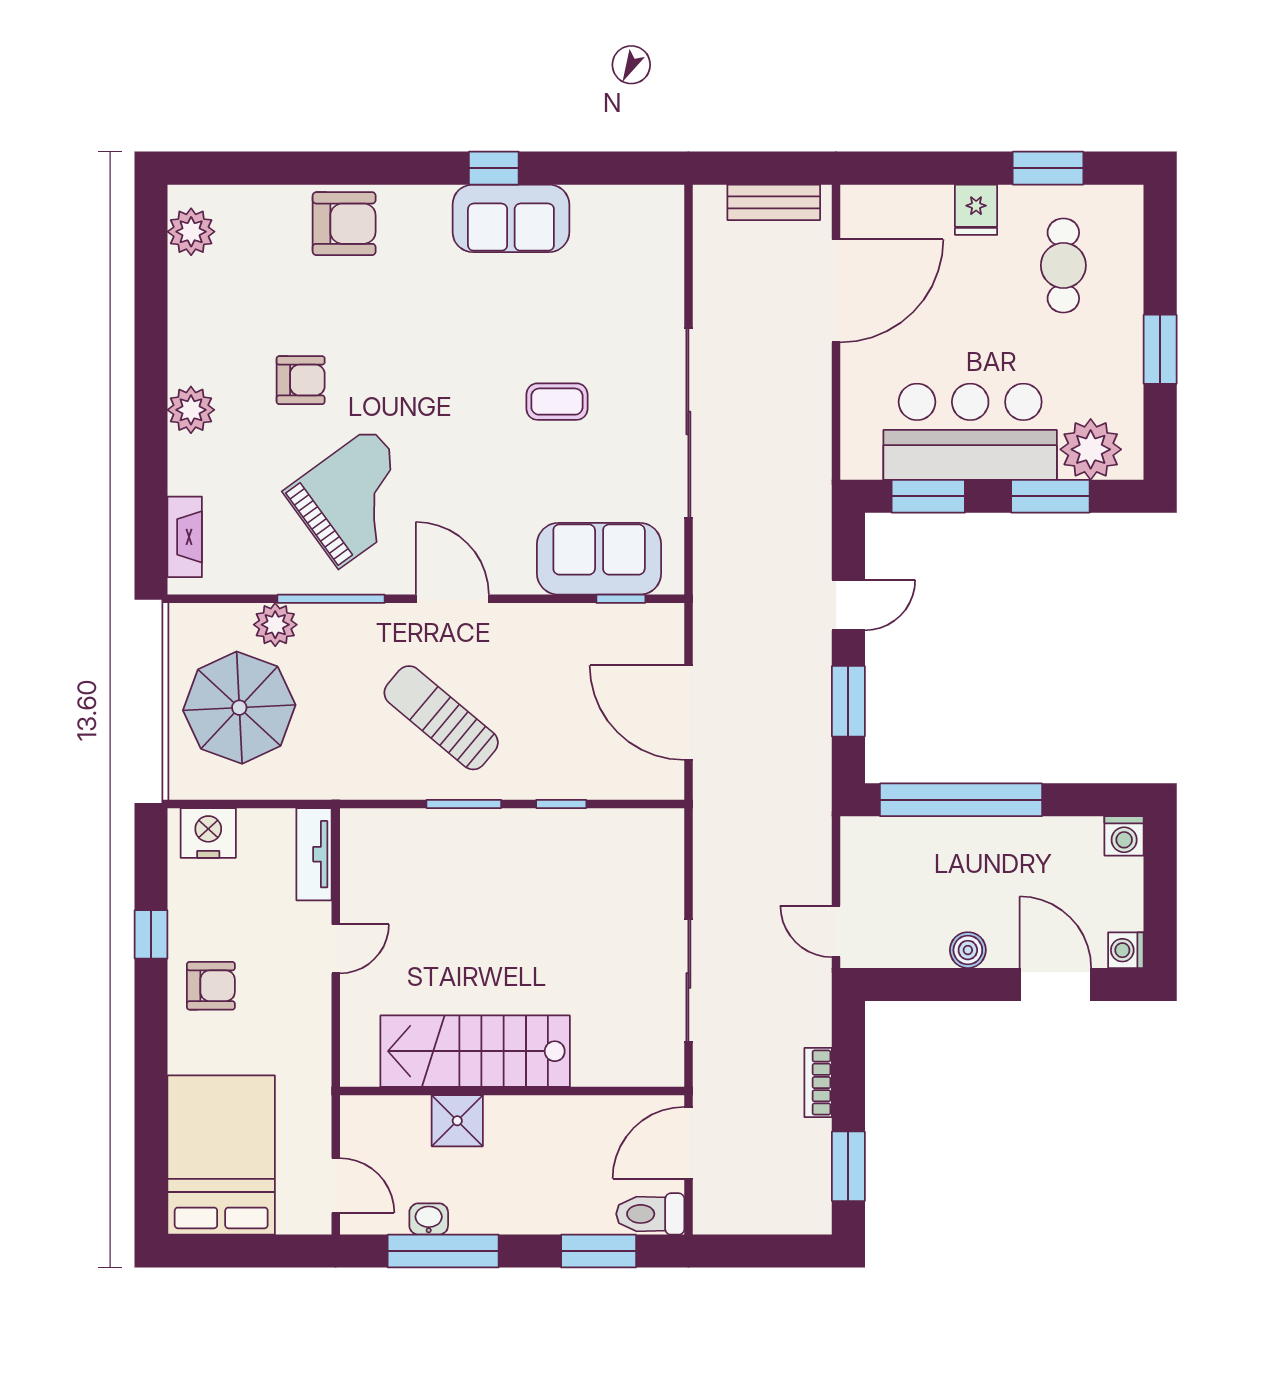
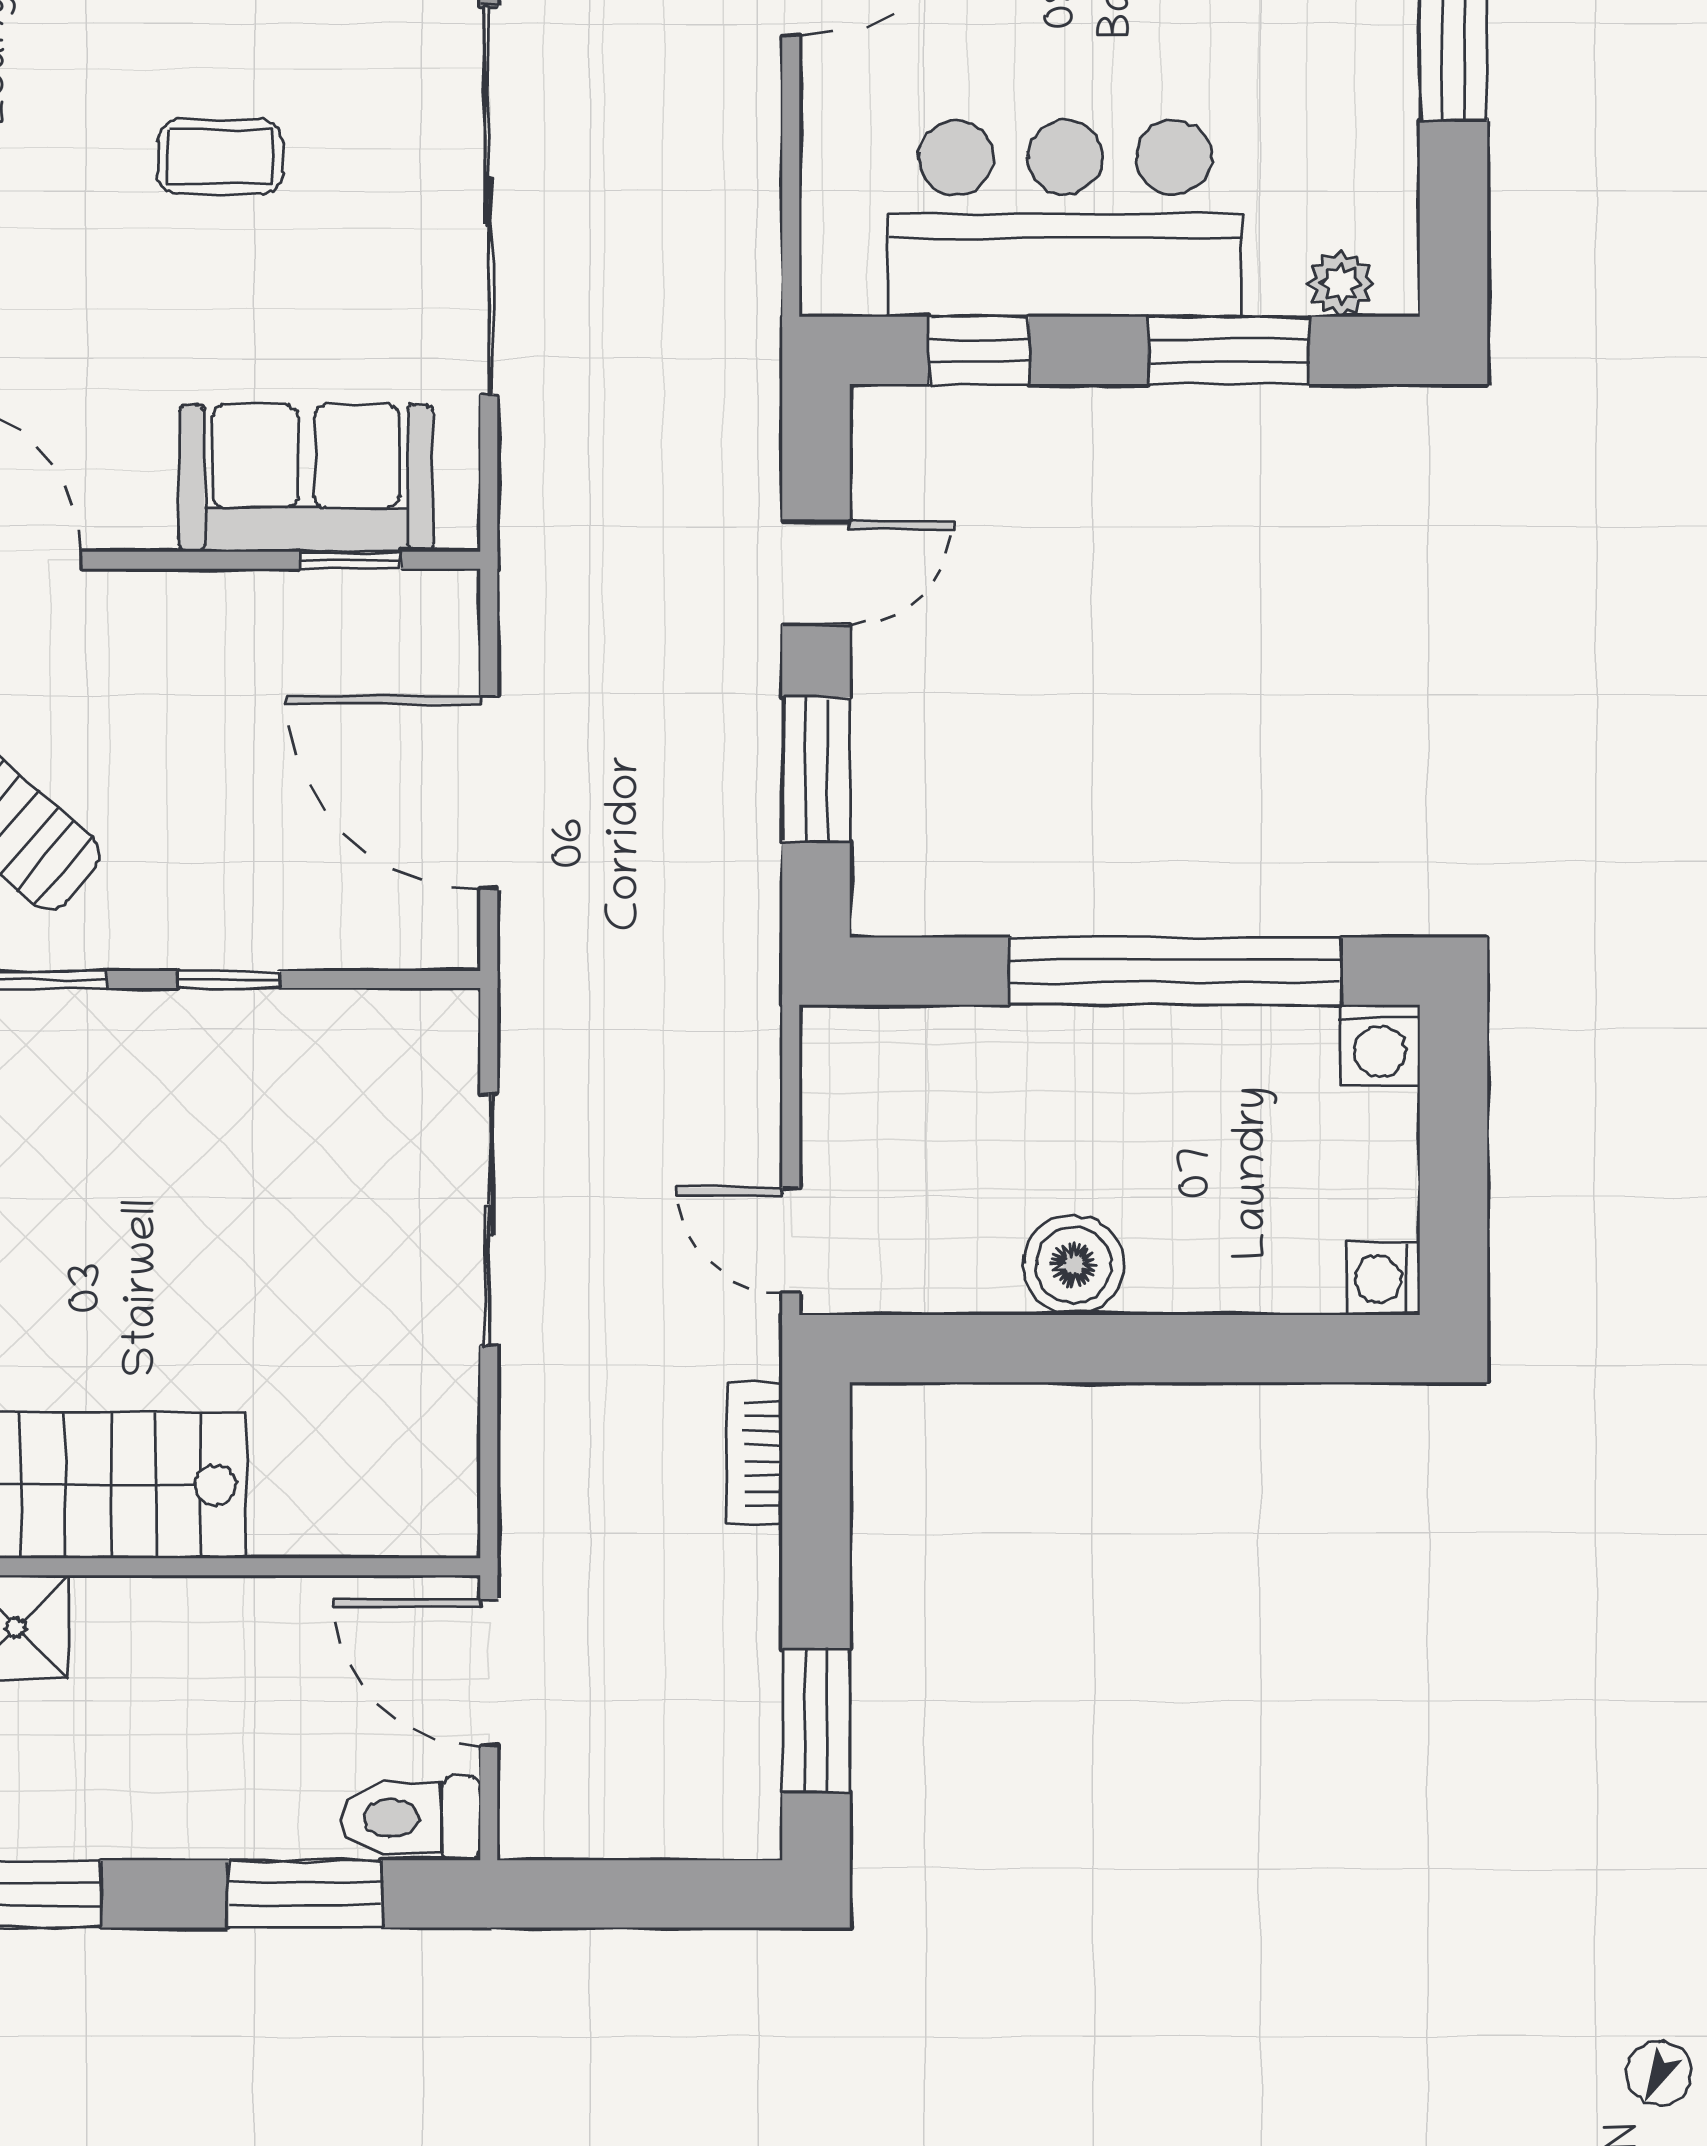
plant: (1091, 449) -> (1341, 284), width x0.53, depth x0.53
window: (928, 496) -> (979, 350), width x0.67
window: (961, 800) -> (1175, 971), moved
boiler: (968, 950) -> (1074, 1265), width x1.36, depth x1.36
sliding door: (688, 981) -> (489, 1219), moved
door: (1055, 984) -> (1239, 1349), removed
bookcase: (818, 1083) -> (754, 1453), moved
door: (688, 1143) -> (489, 1673), hinge flipped

